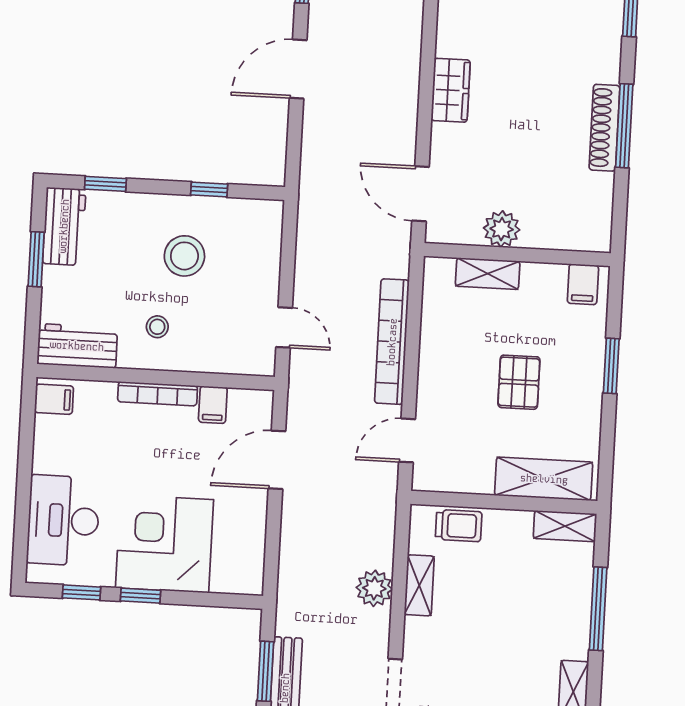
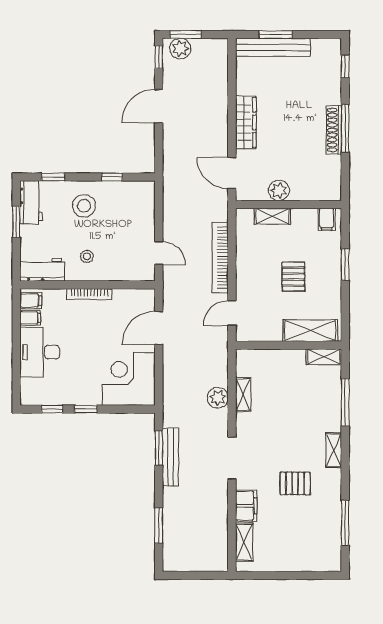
wardrobe: (451, 90) -> (246, 122), width x1.50
stool: (184, 256) -> (84, 206), moved
filing cabinet: (213, 405) -> (30, 318), moved, turned -90
desk: (63, 520) -> (40, 352), moved
trolley: (459, 526) -> (264, 360), removed
corner desk: (164, 544) -> (129, 379), moved

